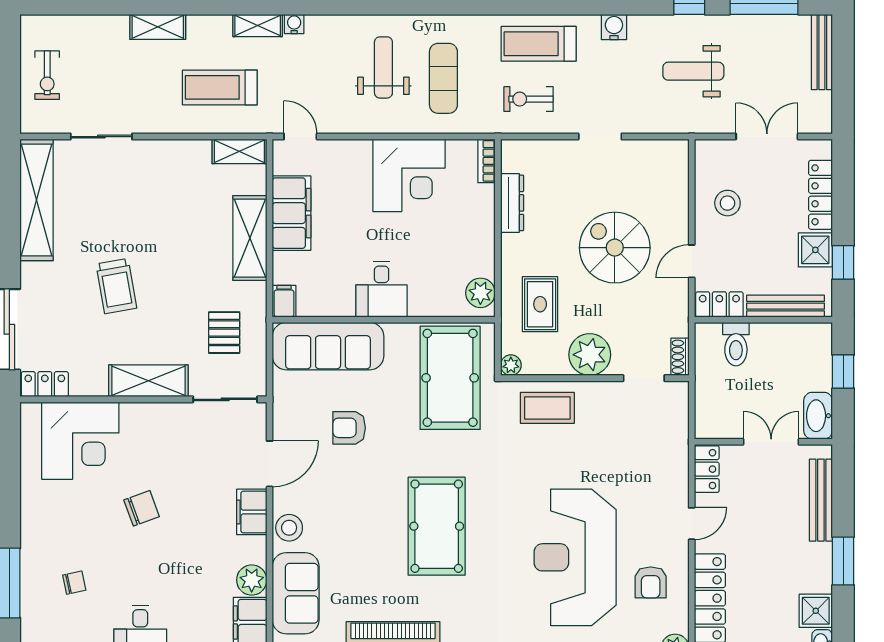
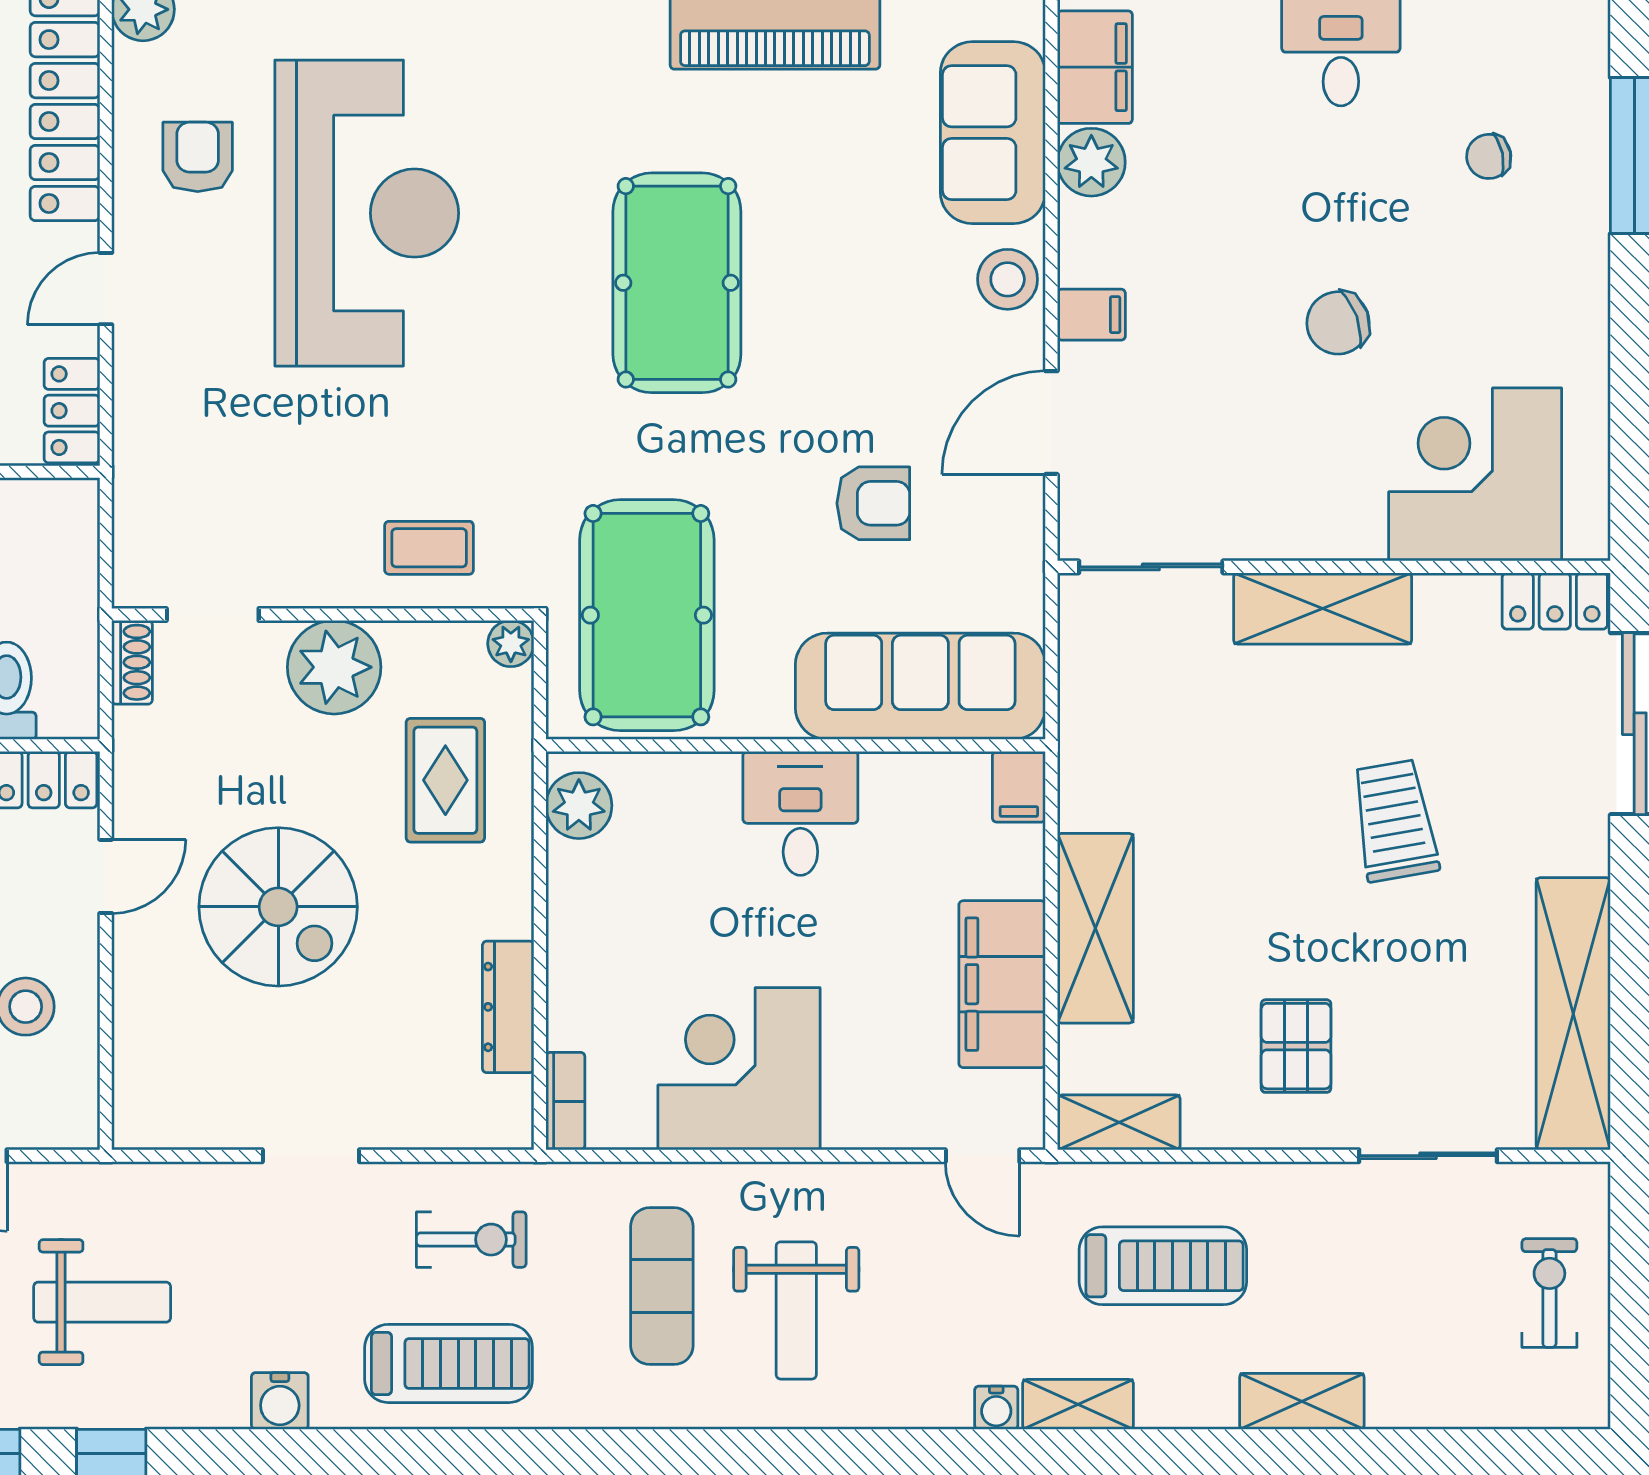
pallet: (224, 333) -> (1296, 1046), moved
coffee table: (547, 408) -> (429, 548), width x0.73, depth x0.77
filing cabinet: (252, 512) -> (1091, 315), width x0.50

